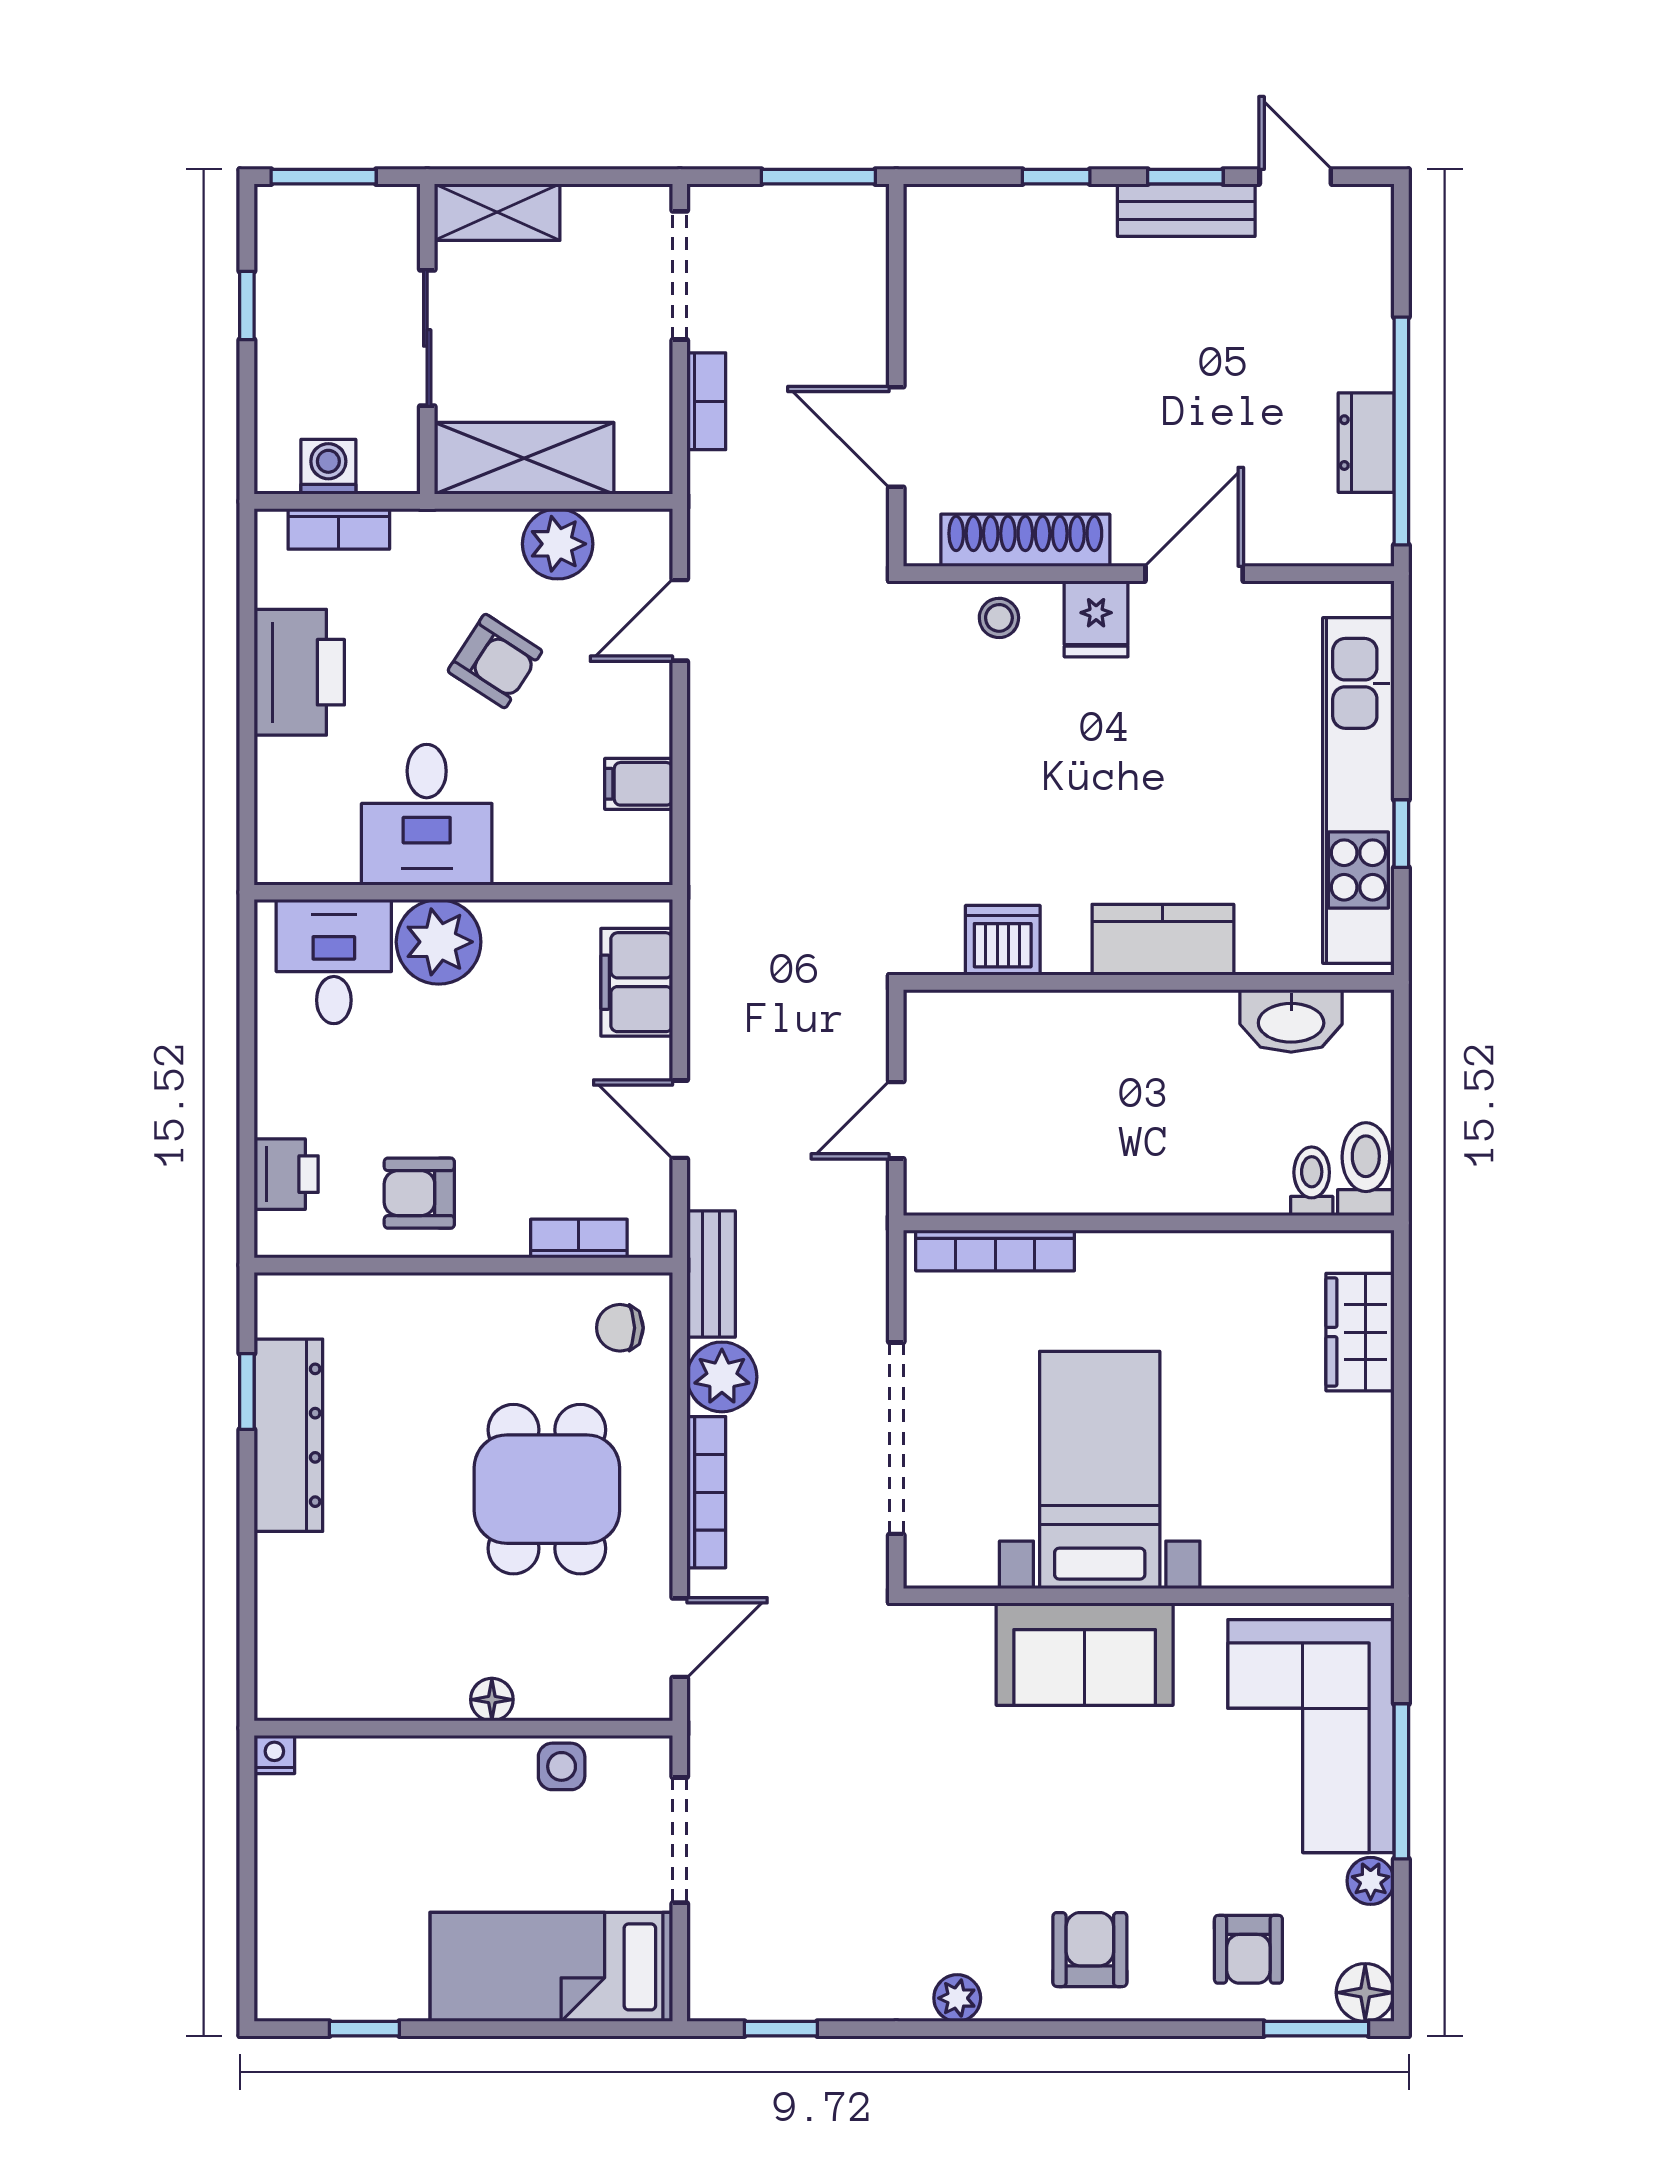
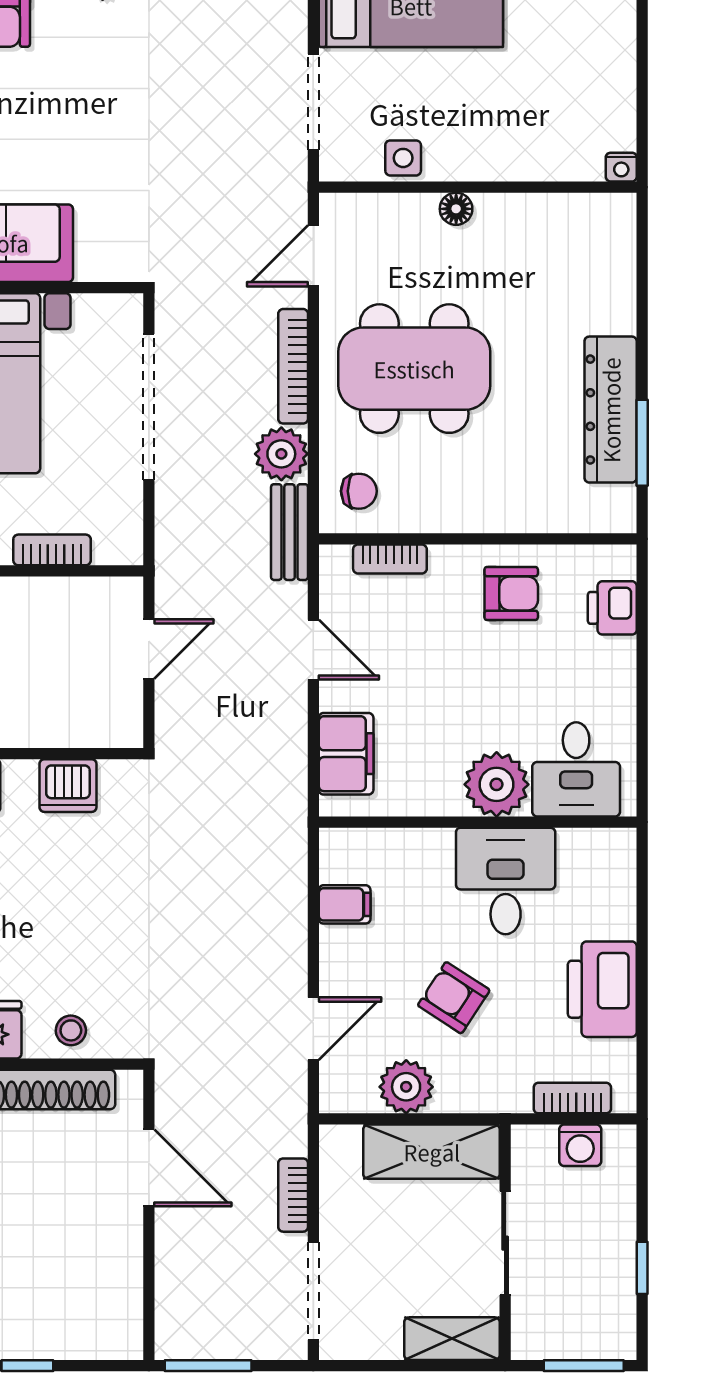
bookcase: (995, 1250) -> (52, 550), width x0.64
window: (247, 1391) -> (642, 443), width x1.50
dining table: (547, 1489) -> (414, 369), width x1.38

